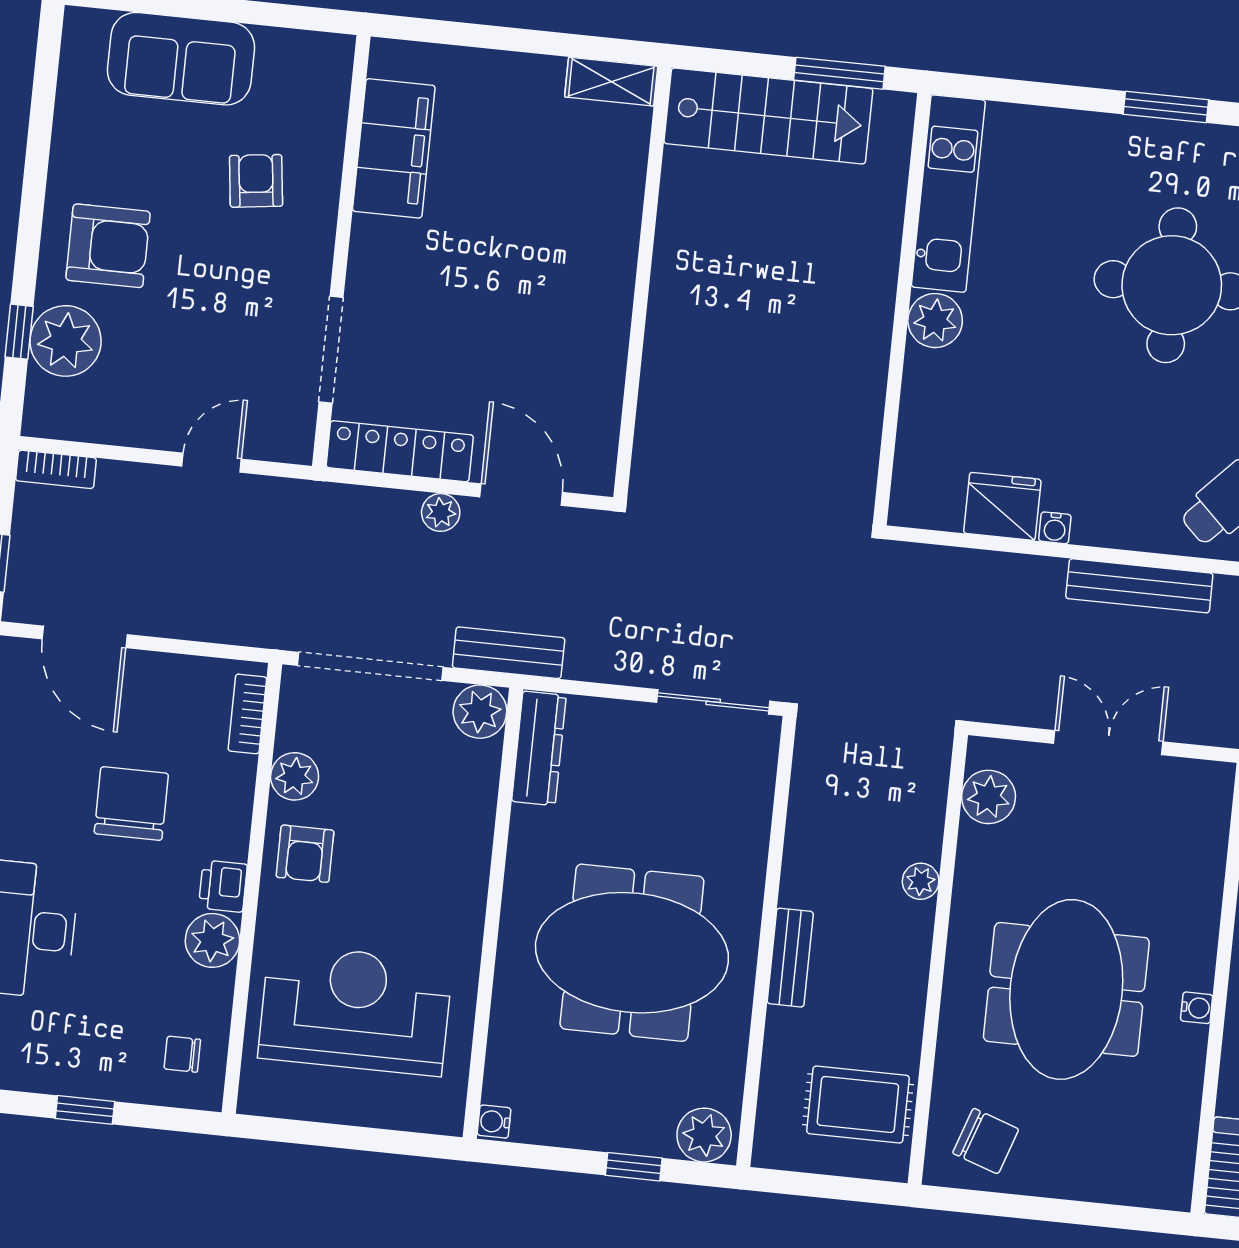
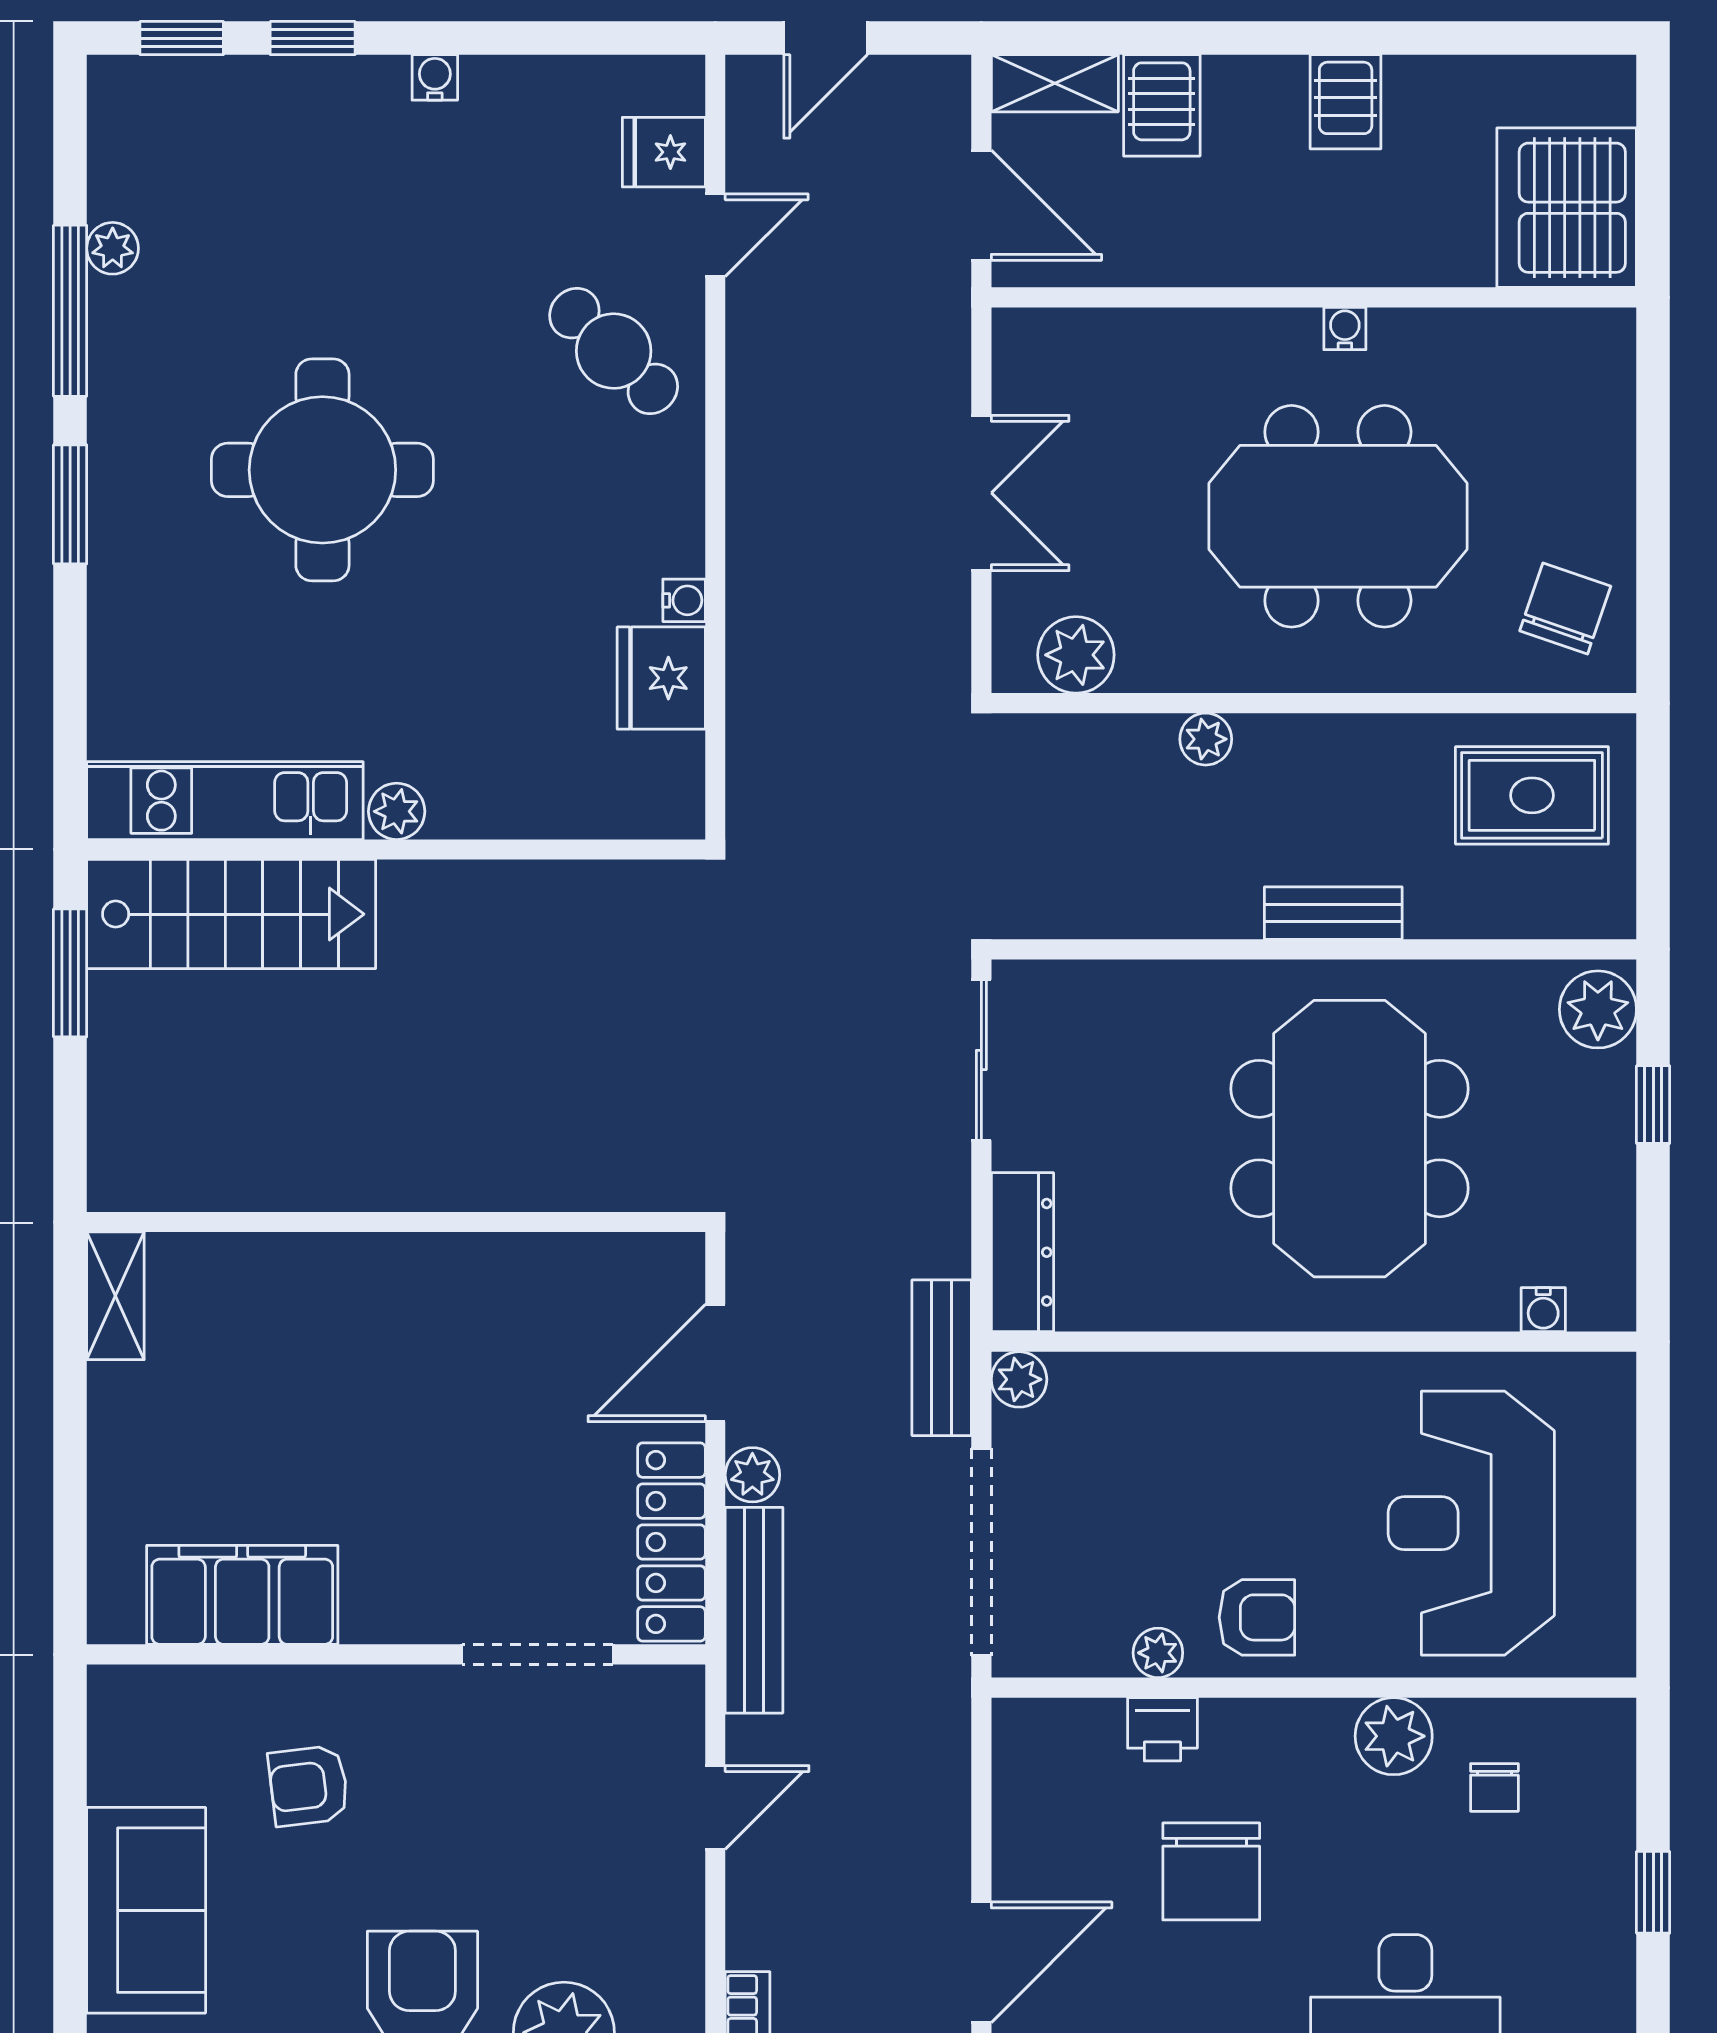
stairs: (768, 116) -> (231, 914), moved, turned 90
plant: (935, 321) -> (397, 811), width x0.73, depth x0.73
door: (212, 463) -> (715, 1807), swing flipped
bench: (1139, 586) -> (754, 1610), moved
plant: (480, 712) -> (1019, 1379), width x0.73, depth x0.73
bookcase: (247, 714) -> (1067, 1720), removed
double door: (1108, 743) -> (981, 493), swing flipped
dresser: (539, 748) -> (1022, 1252), moved, turned 90
plant: (295, 776) -> (1158, 1653), width x0.73, depth x0.73
chair: (131, 804) -> (1211, 1871), turned -90
printer: (223, 886) -> (1162, 1729), moved
chair: (182, 1054) -> (1494, 1787), moved
rug: (858, 1104) -> (1532, 795), turned 90
water cooler: (494, 1122) -> (1543, 1310), moved

